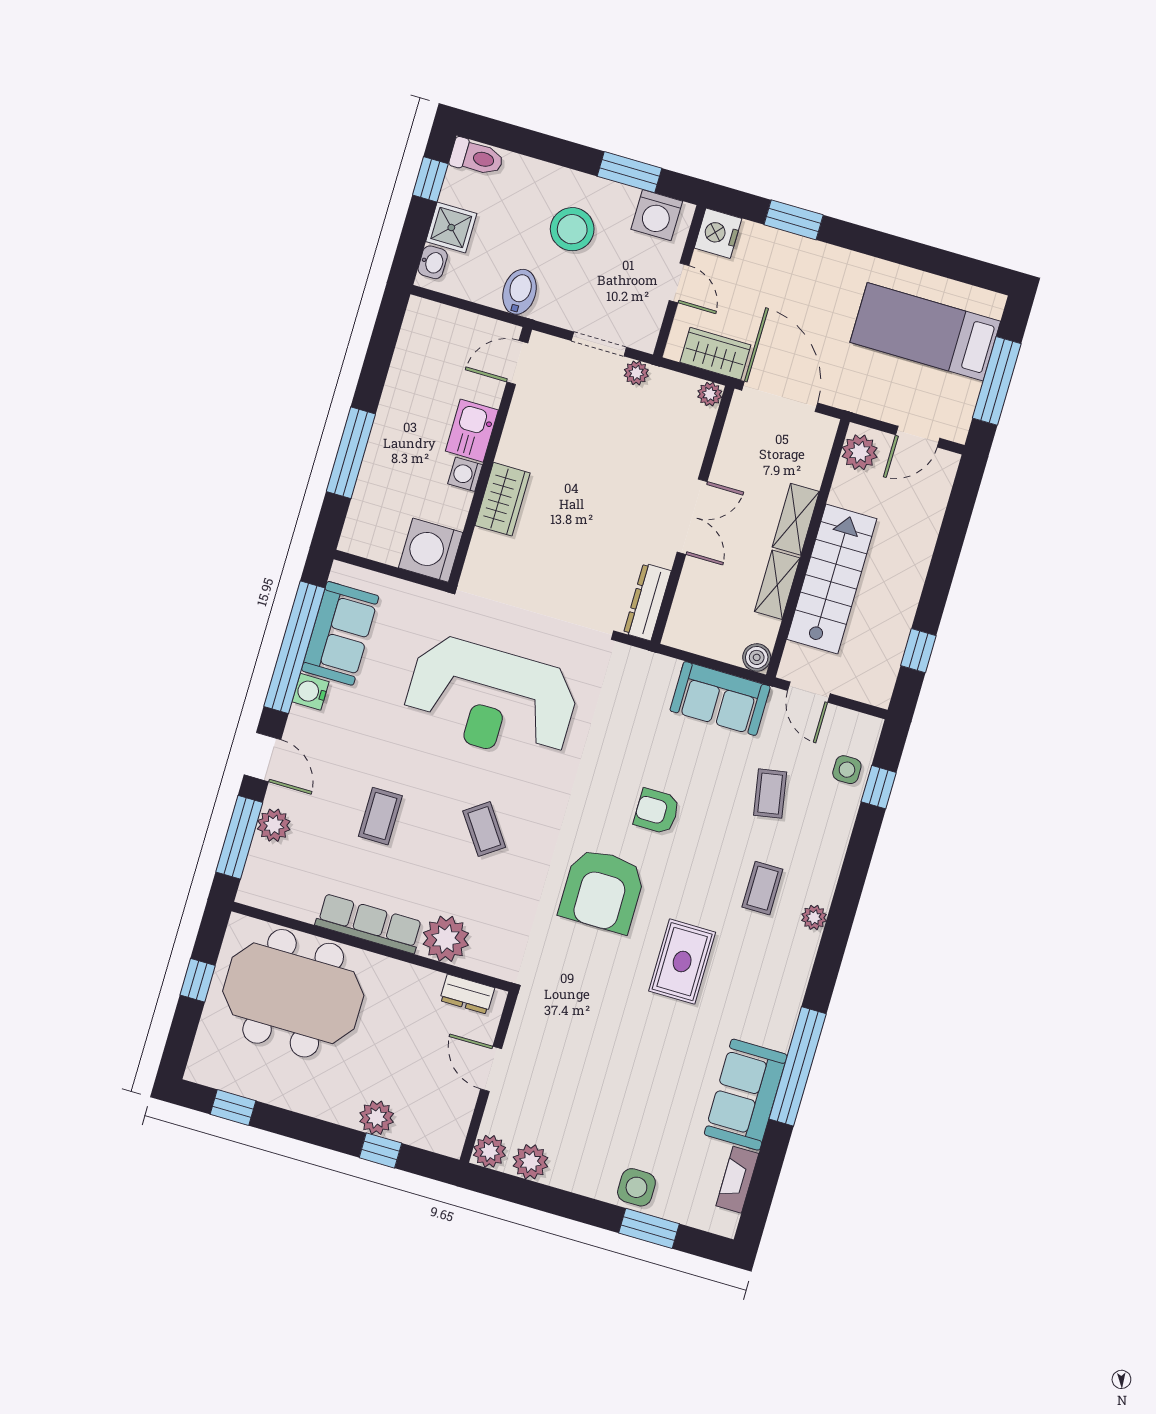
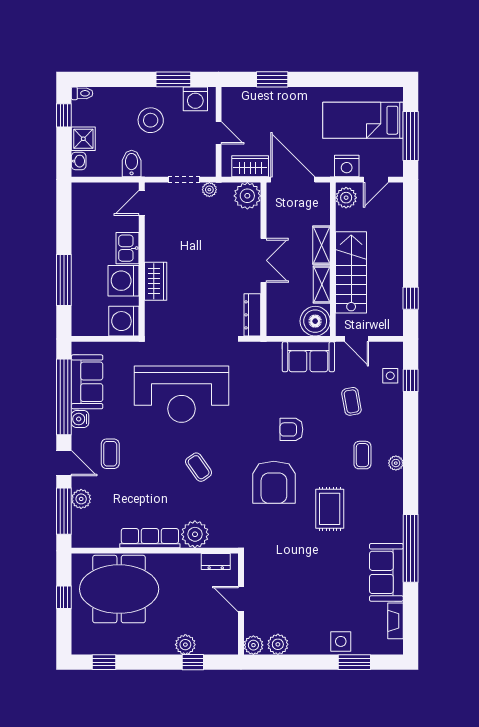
toilet: (477, 157) -> (82, 93), width x0.73, depth x0.72
nightstand: (718, 233) -> (347, 166), moved, turned -90
plant: (710, 394) -> (247, 196), width x1.87, depth x1.87
washing machine: (465, 474) -> (124, 281), width x1.89, depth x1.89
boiler: (757, 657) -> (315, 321), width x1.86, depth x1.86
coffee table: (380, 816) -> (110, 454), moved

